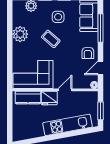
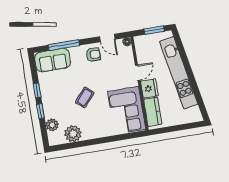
side table: (58, 17) -> (59, 93), removed
plant: (20, 34) -> (73, 134), moved
door: (65, 90) -> (138, 73), swing flipped
kitchen unit: (68, 125) -> (179, 73), width x1.36

